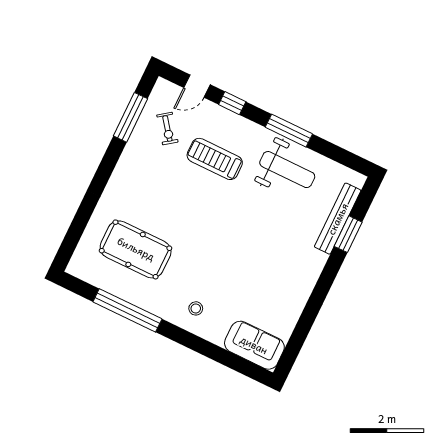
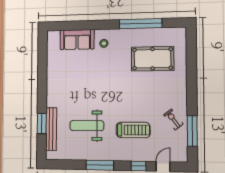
exercise bike: (167, 129) -> (173, 119), moved
weight bench: (287, 170) -> (87, 126), moved
sofa: (254, 345) -> (77, 40), moved

